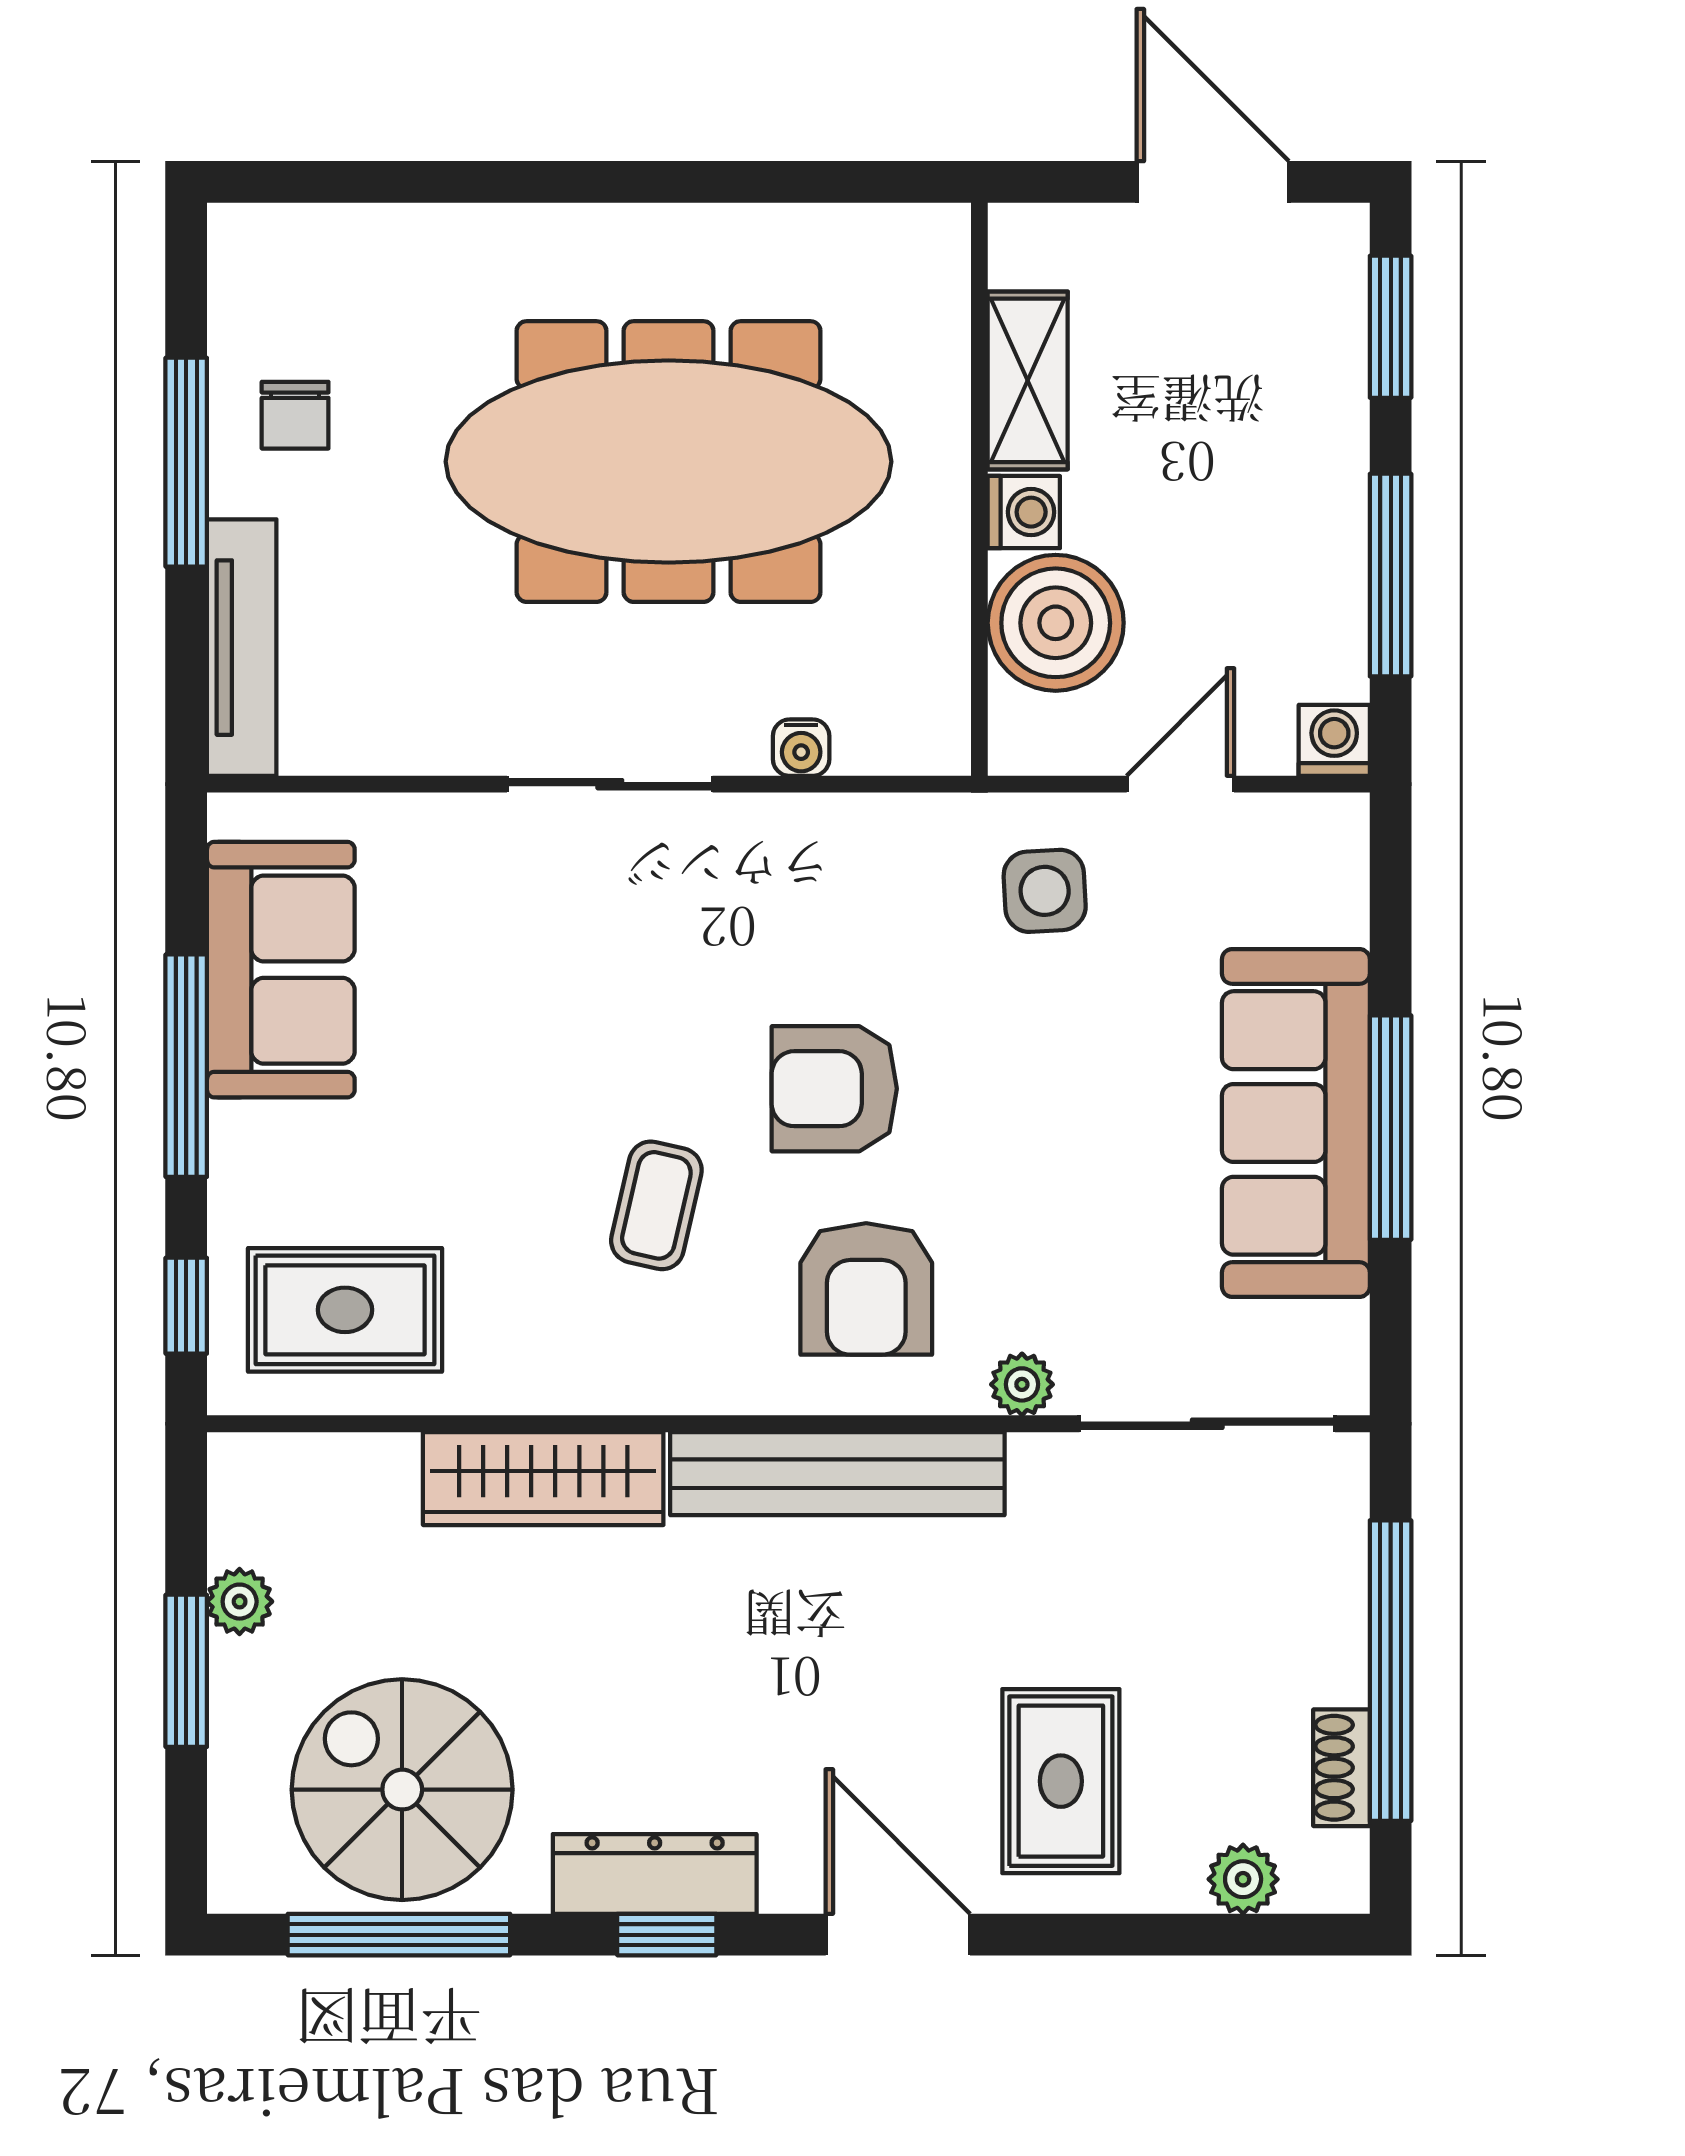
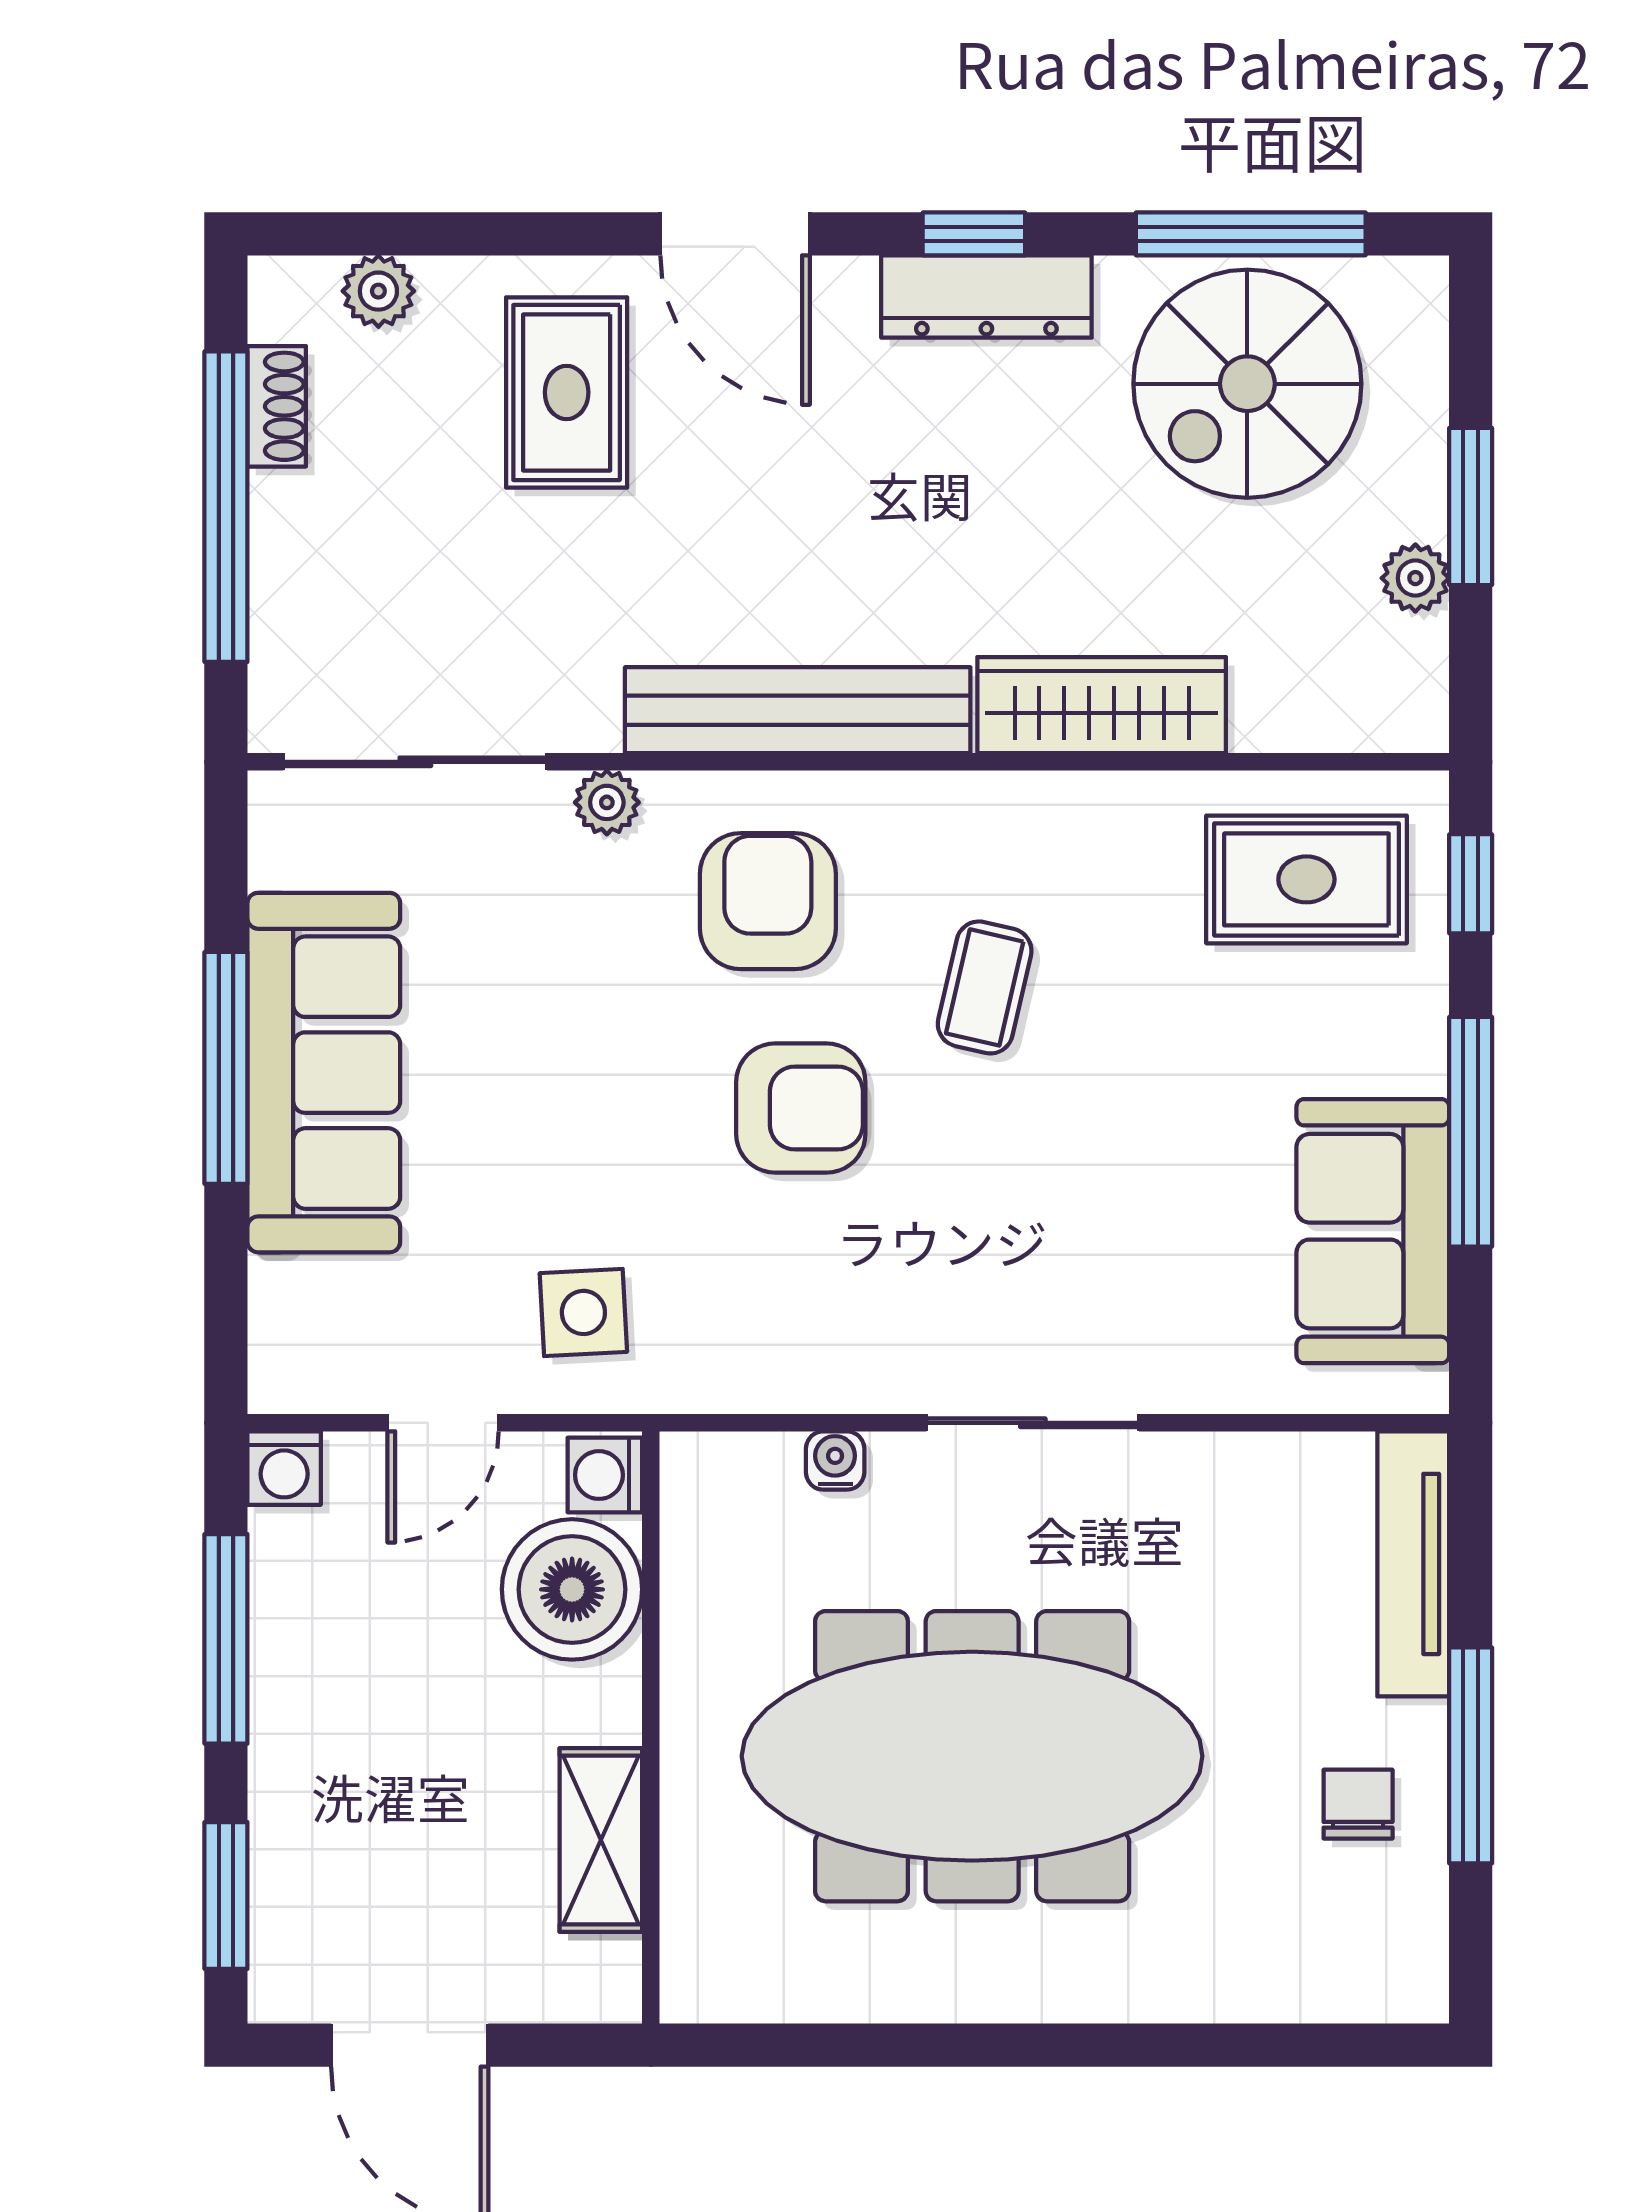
washing machine: (1024, 512) -> (605, 1475), moved
spiral stairs: (402, 1790) -> (1247, 384), turned 90

